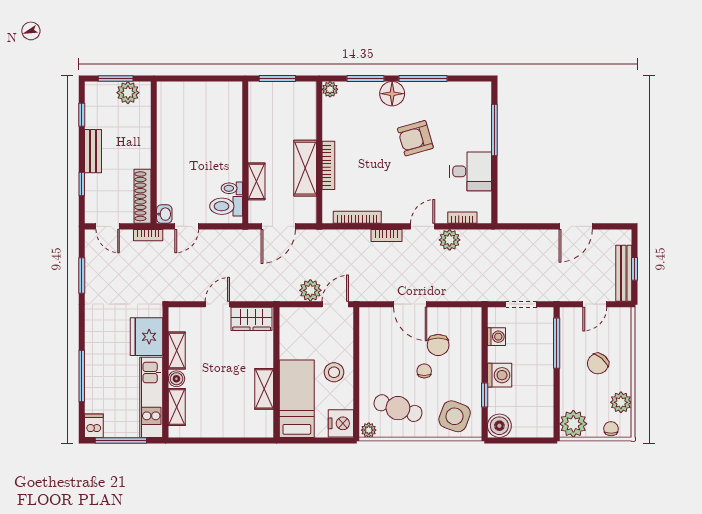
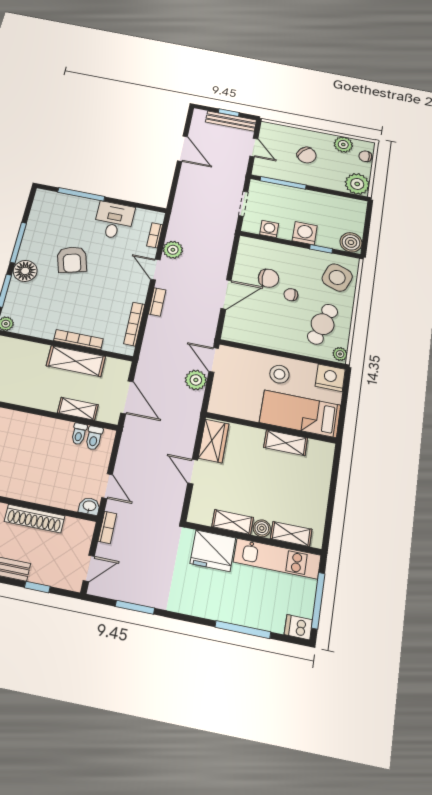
shoe rack: (142, 196) -> (35, 519), moved
toilet: (226, 206) -> (94, 438), width x0.73, depth x0.72

